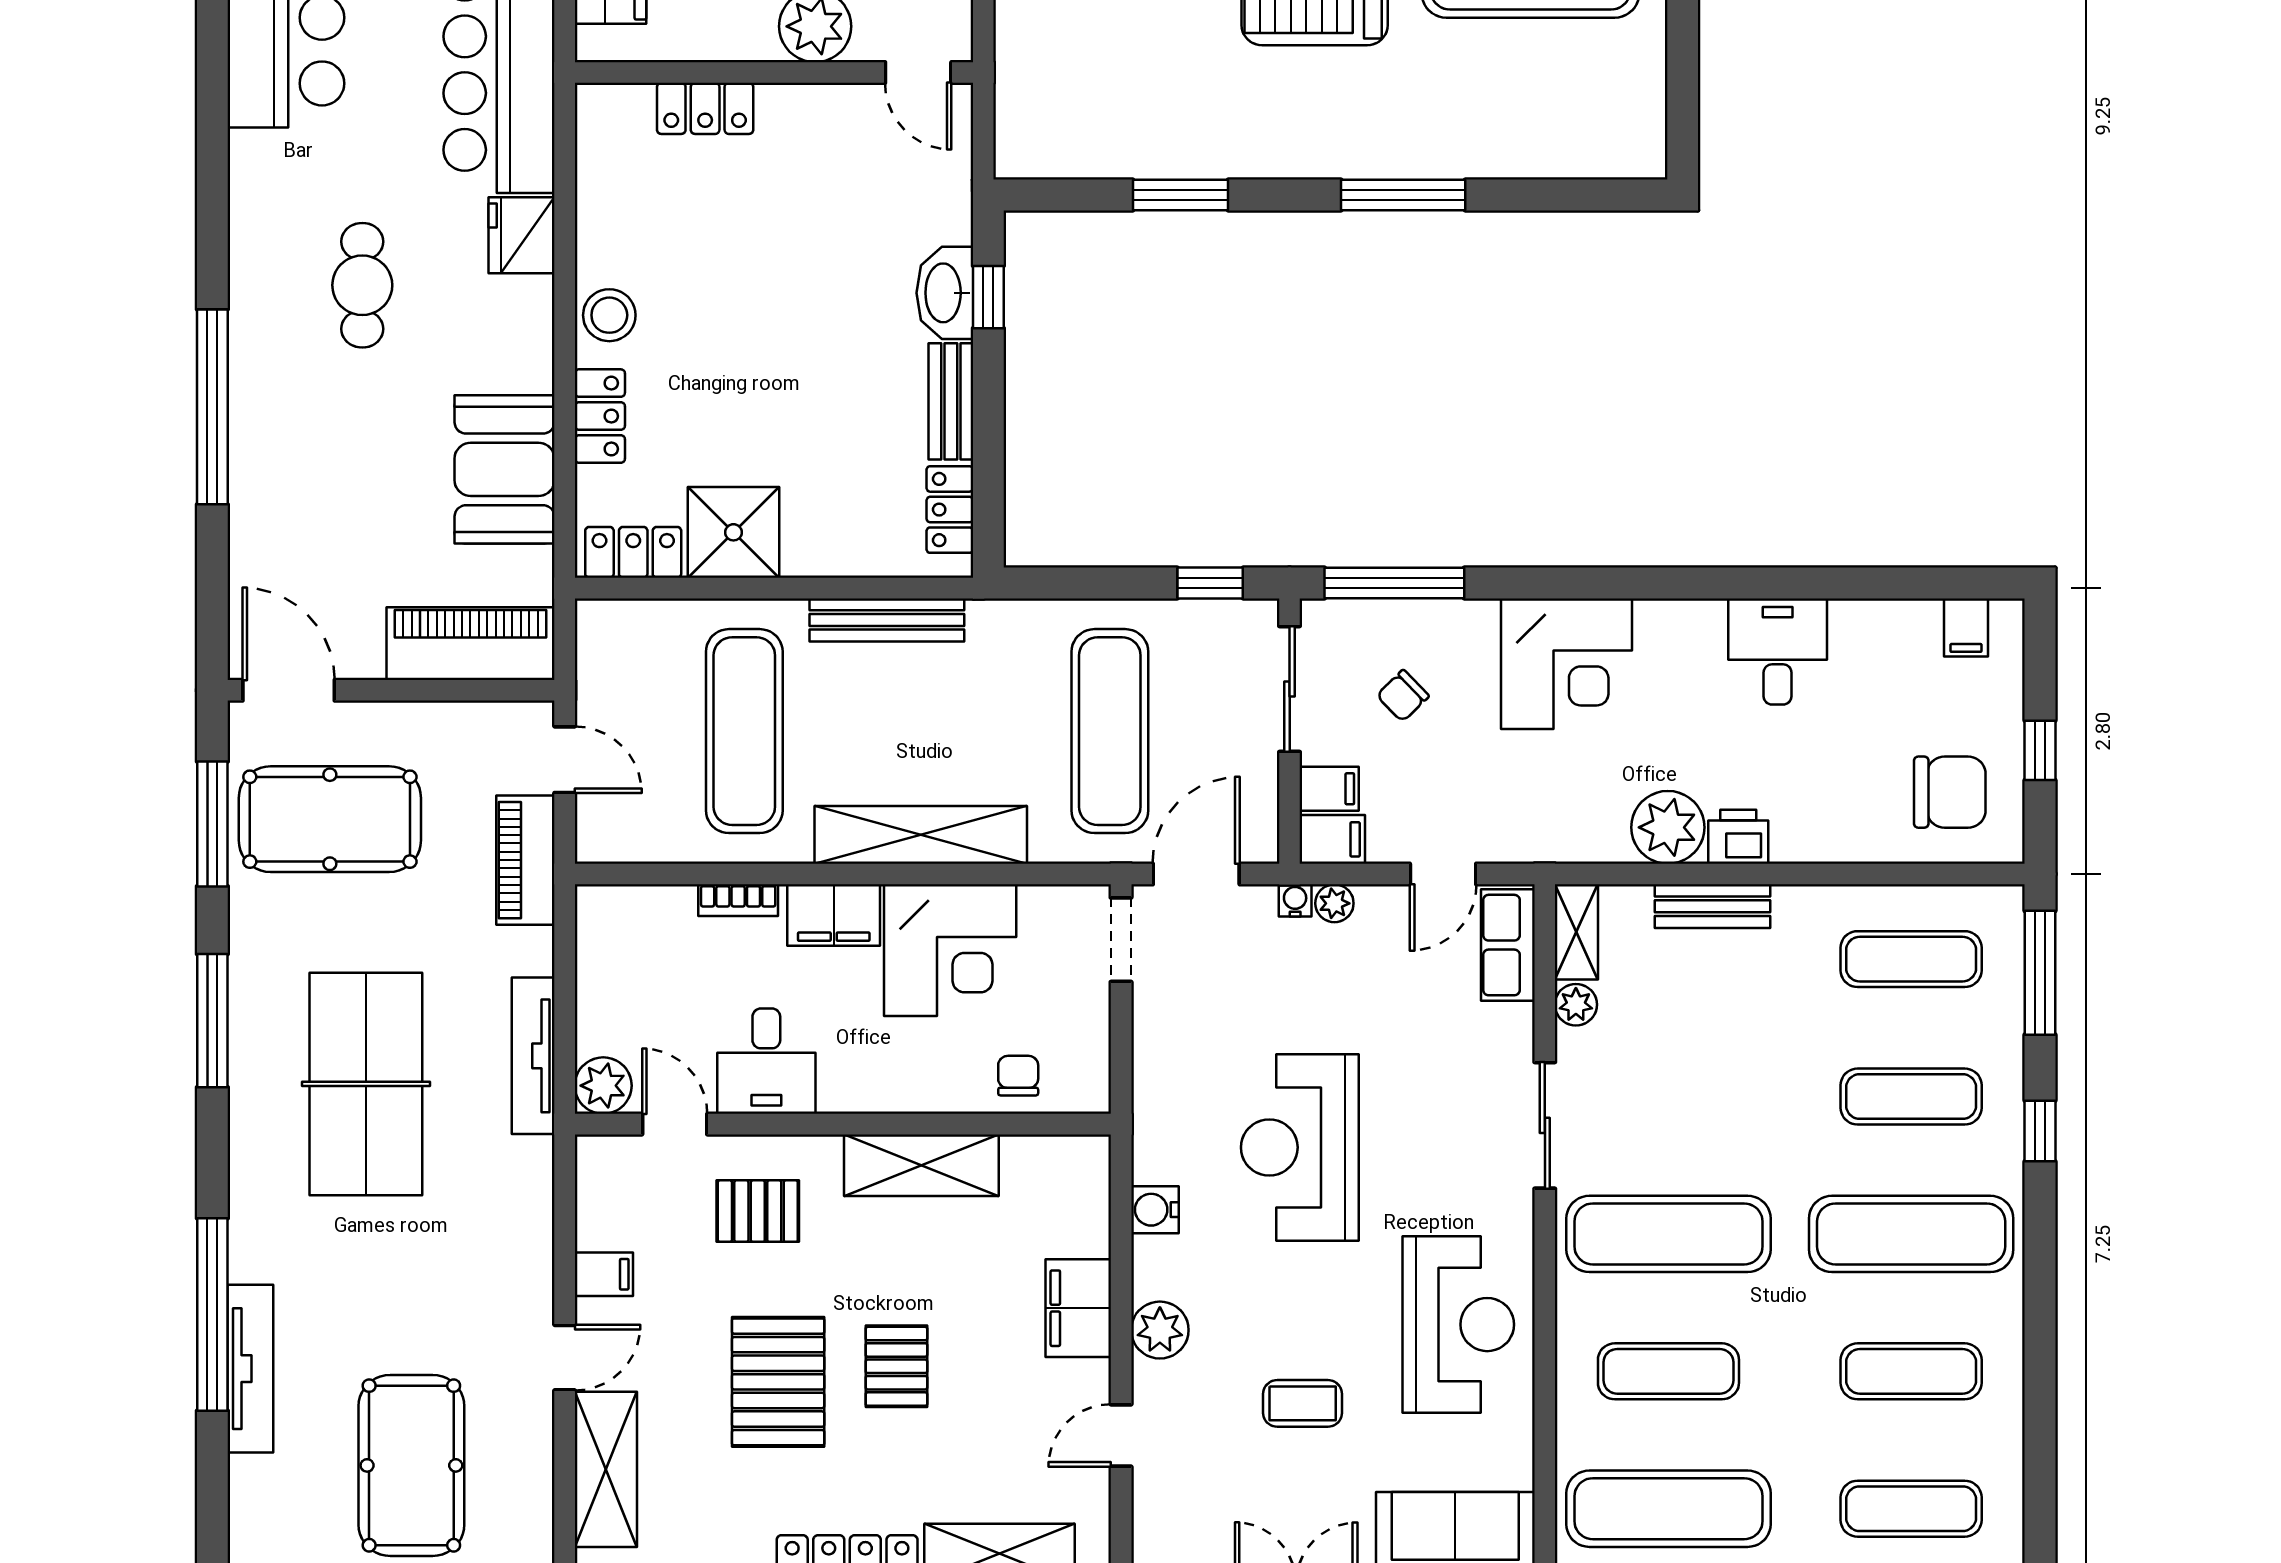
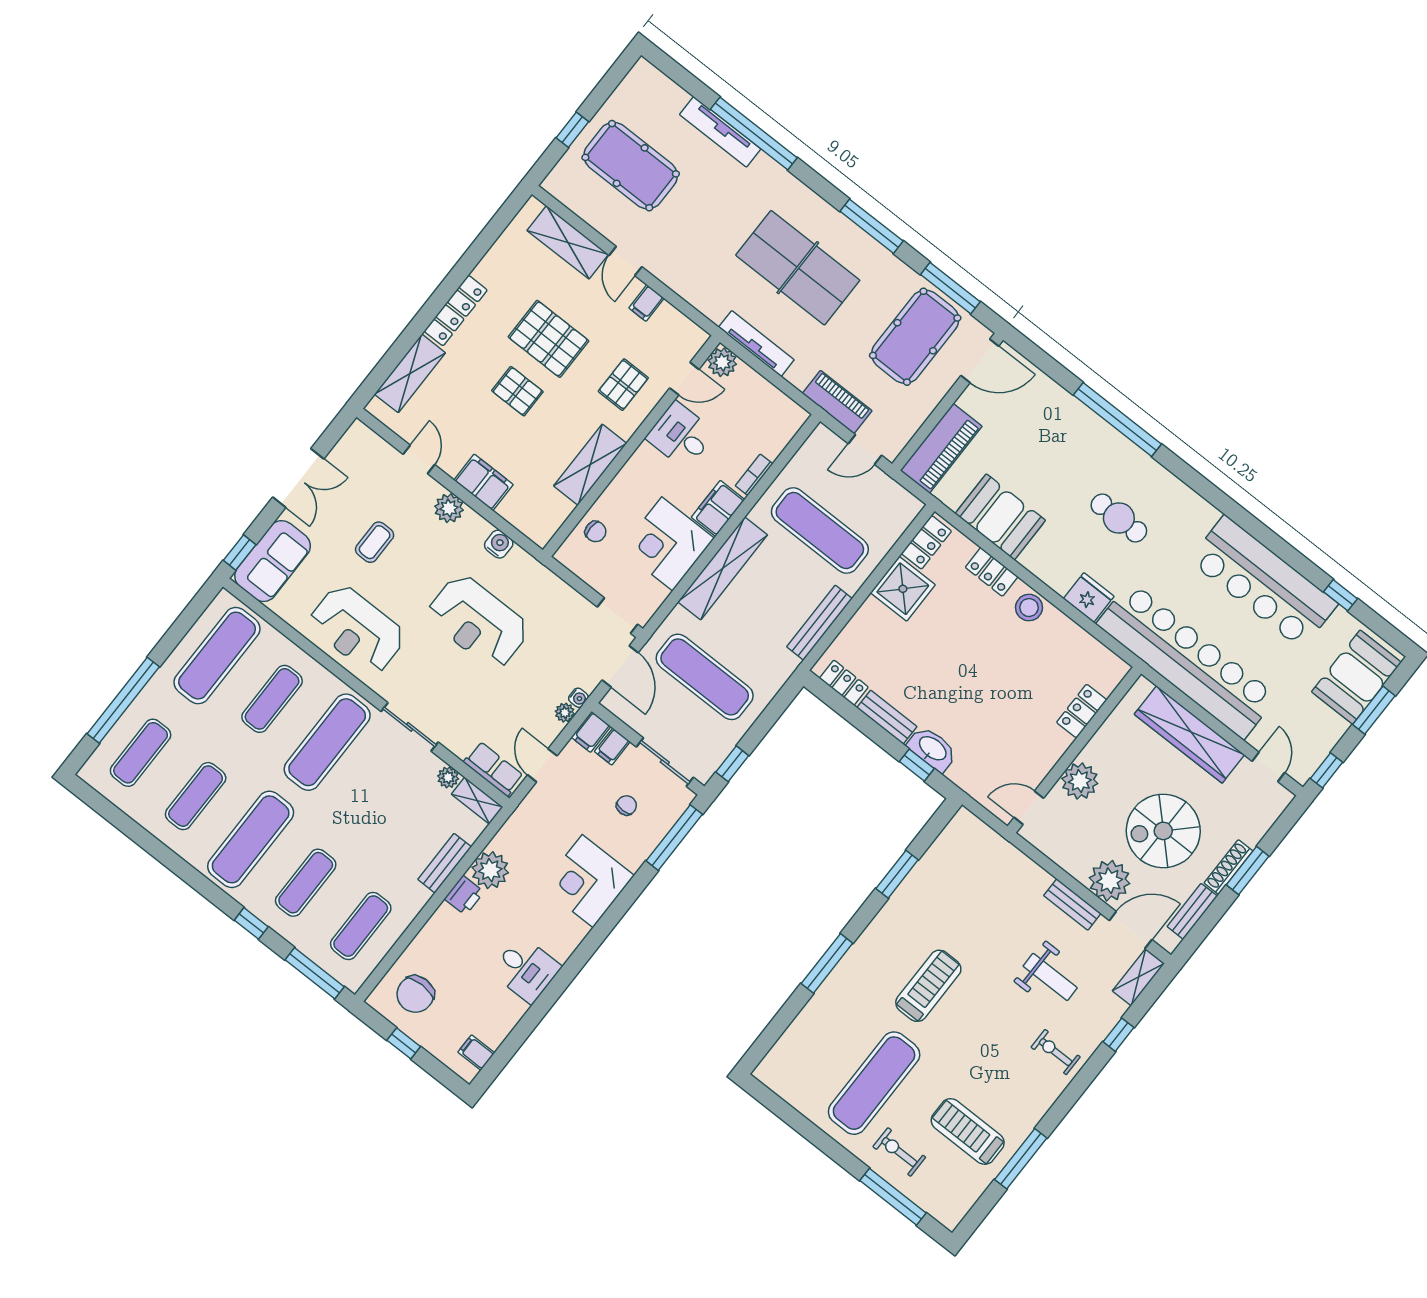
chair: (1403, 696) -> (626, 805), turned 44
reception desk: (1300, 1147) -> (478, 622), turned 180

